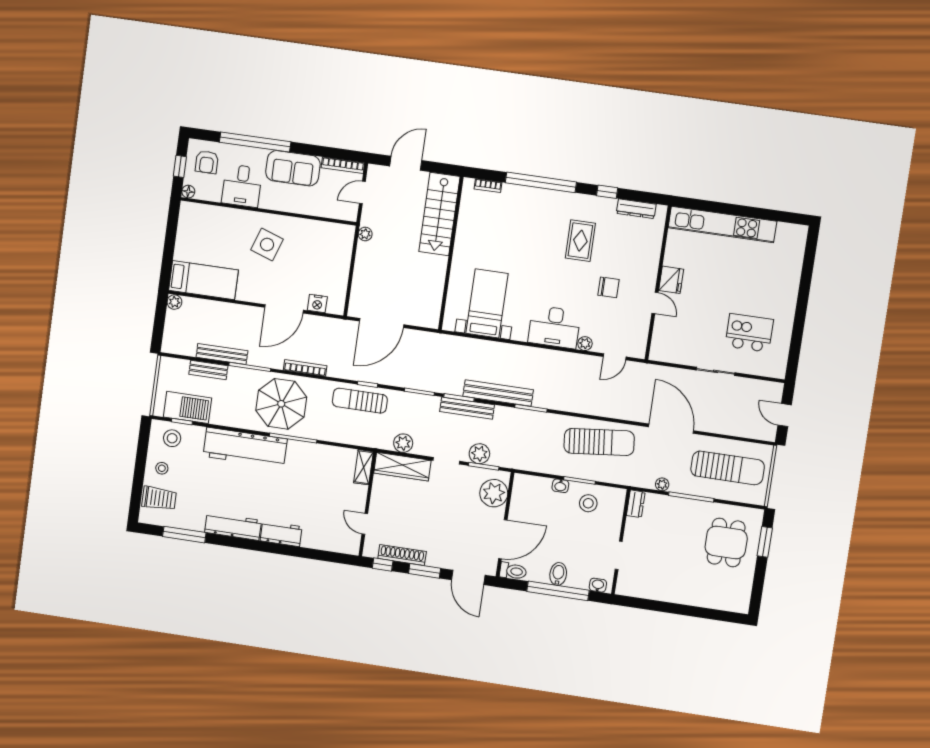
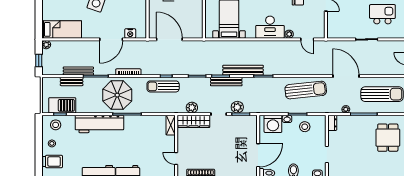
door: (382, 323) -> (169, 39), swing flipped
window: (159, 327) -> (39, 61), added
door: (615, 357) -> (307, 39), hinge flipped
washing machine: (535, 491) -> (273, 124), added
plant: (494, 493) -> (249, 129), removed

